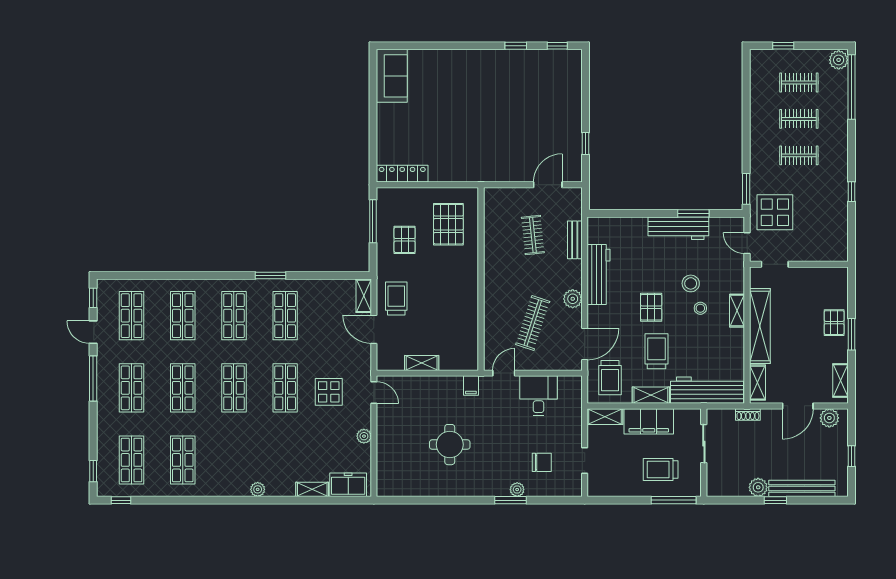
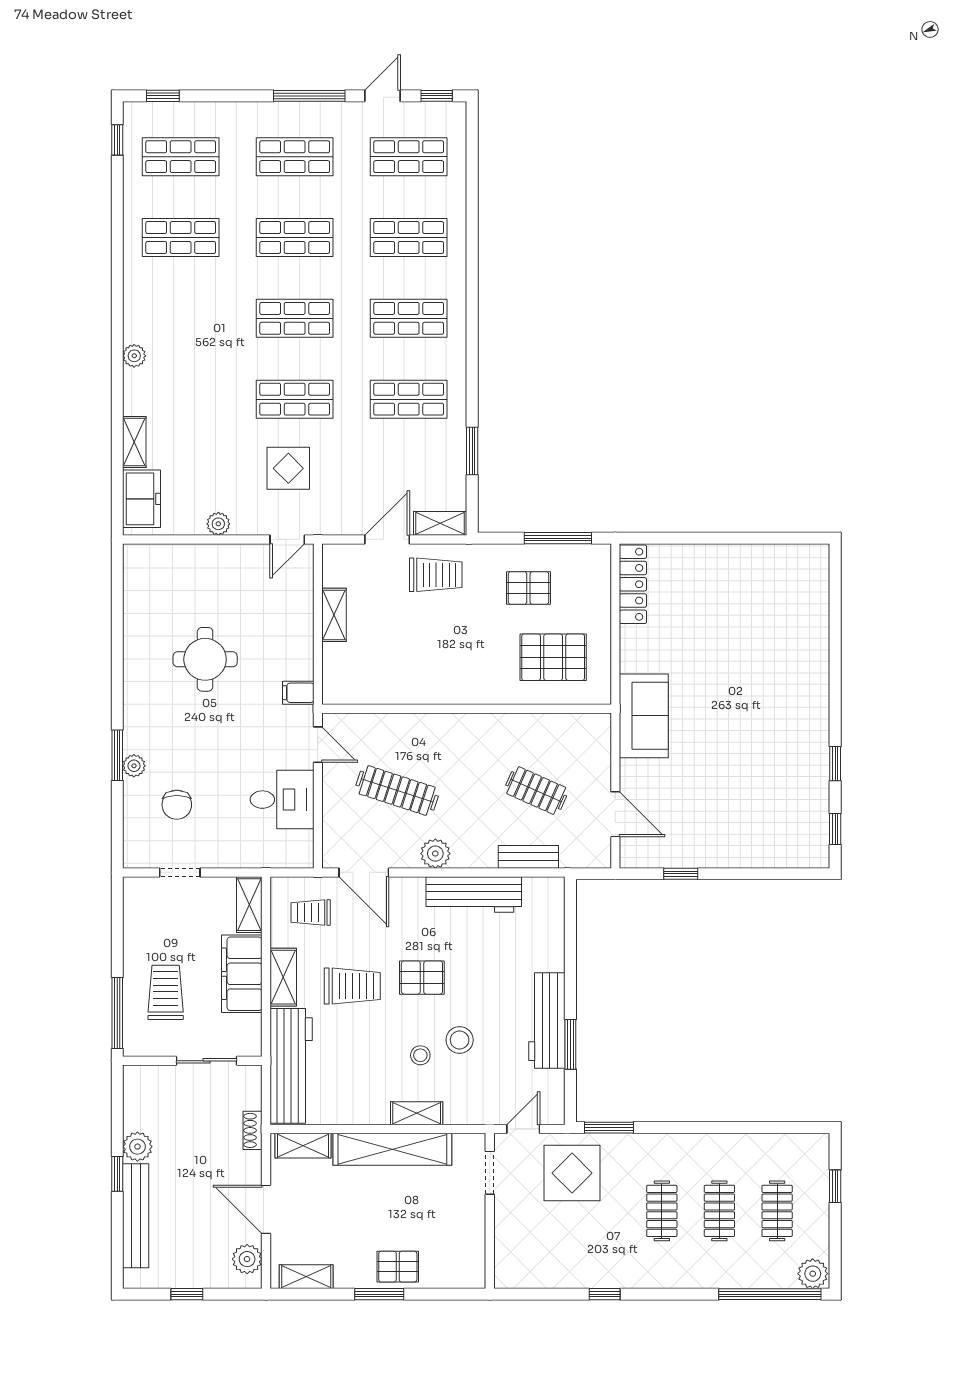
sofa: (392, 76) -> (644, 716), moved, turned -90
clothes rail: (533, 235) -> (536, 791), turned 30
window: (271, 276) -> (472, 451), moved
trolley: (610, 378) -> (311, 913), width x0.73, depth x0.72

